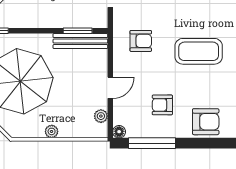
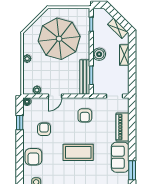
boiler: (45, 18) -> (99, 54), added
coffee table: (199, 51) -> (78, 152), turned 90
door: (110, 88) -> (55, 96), hinge flipped
window: (152, 143) -> (20, 123), width x0.46

